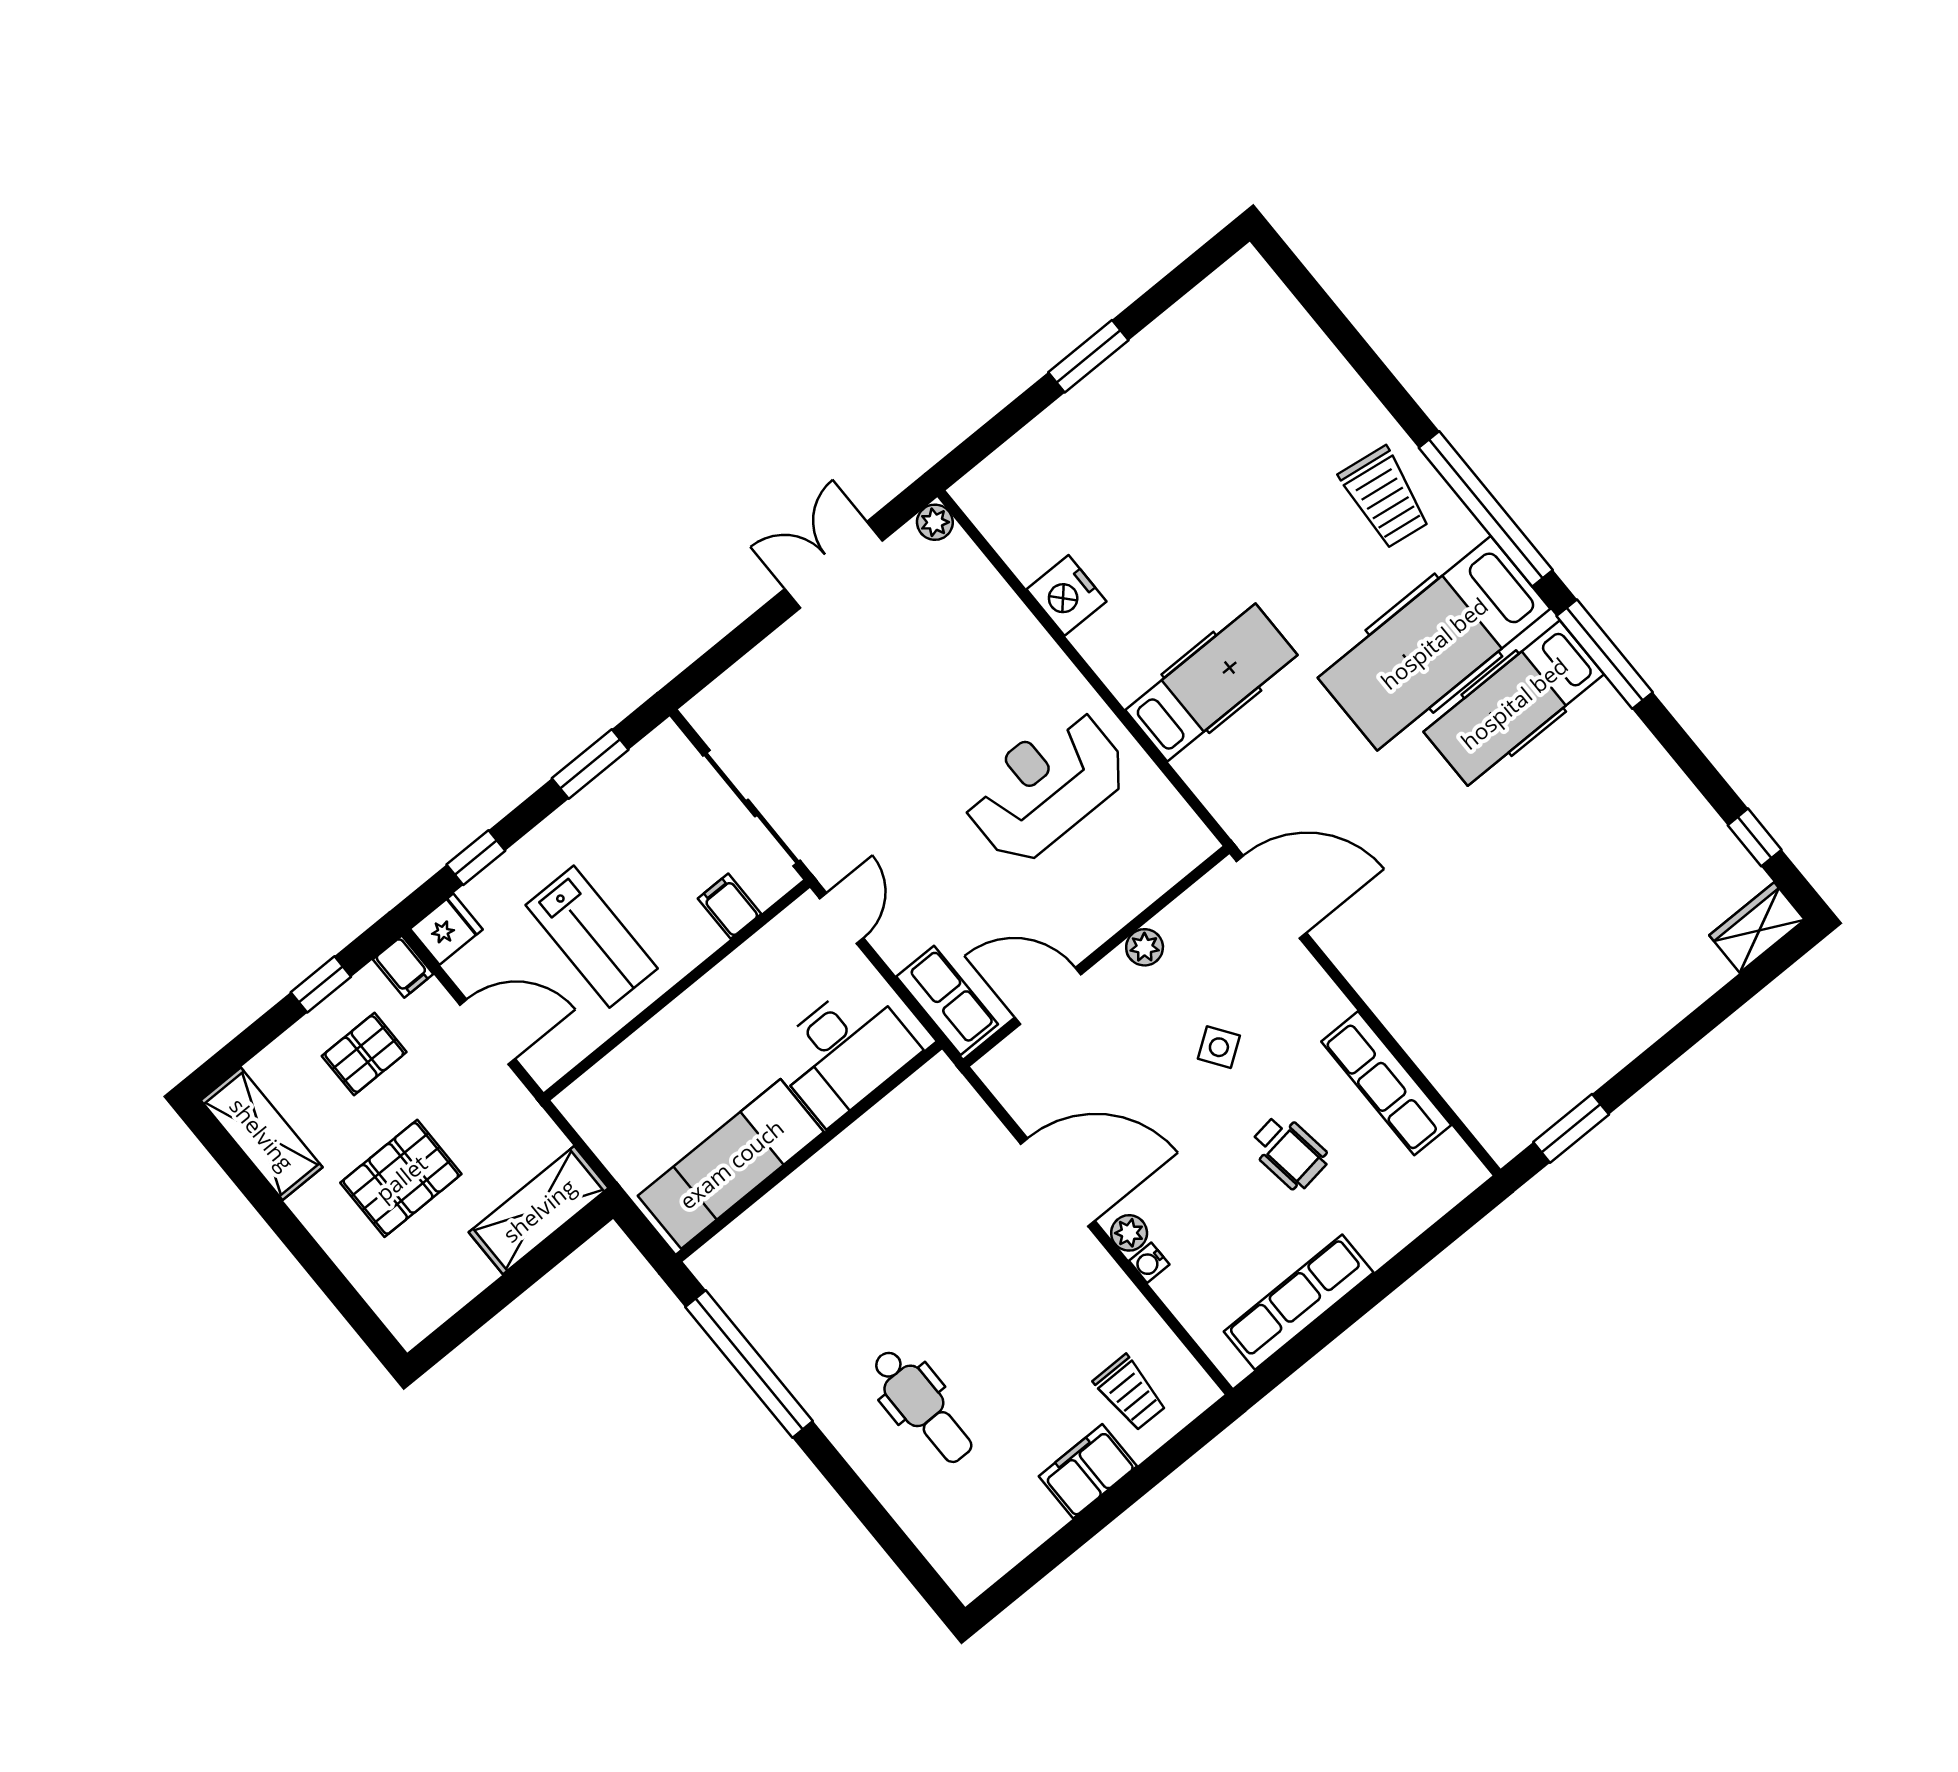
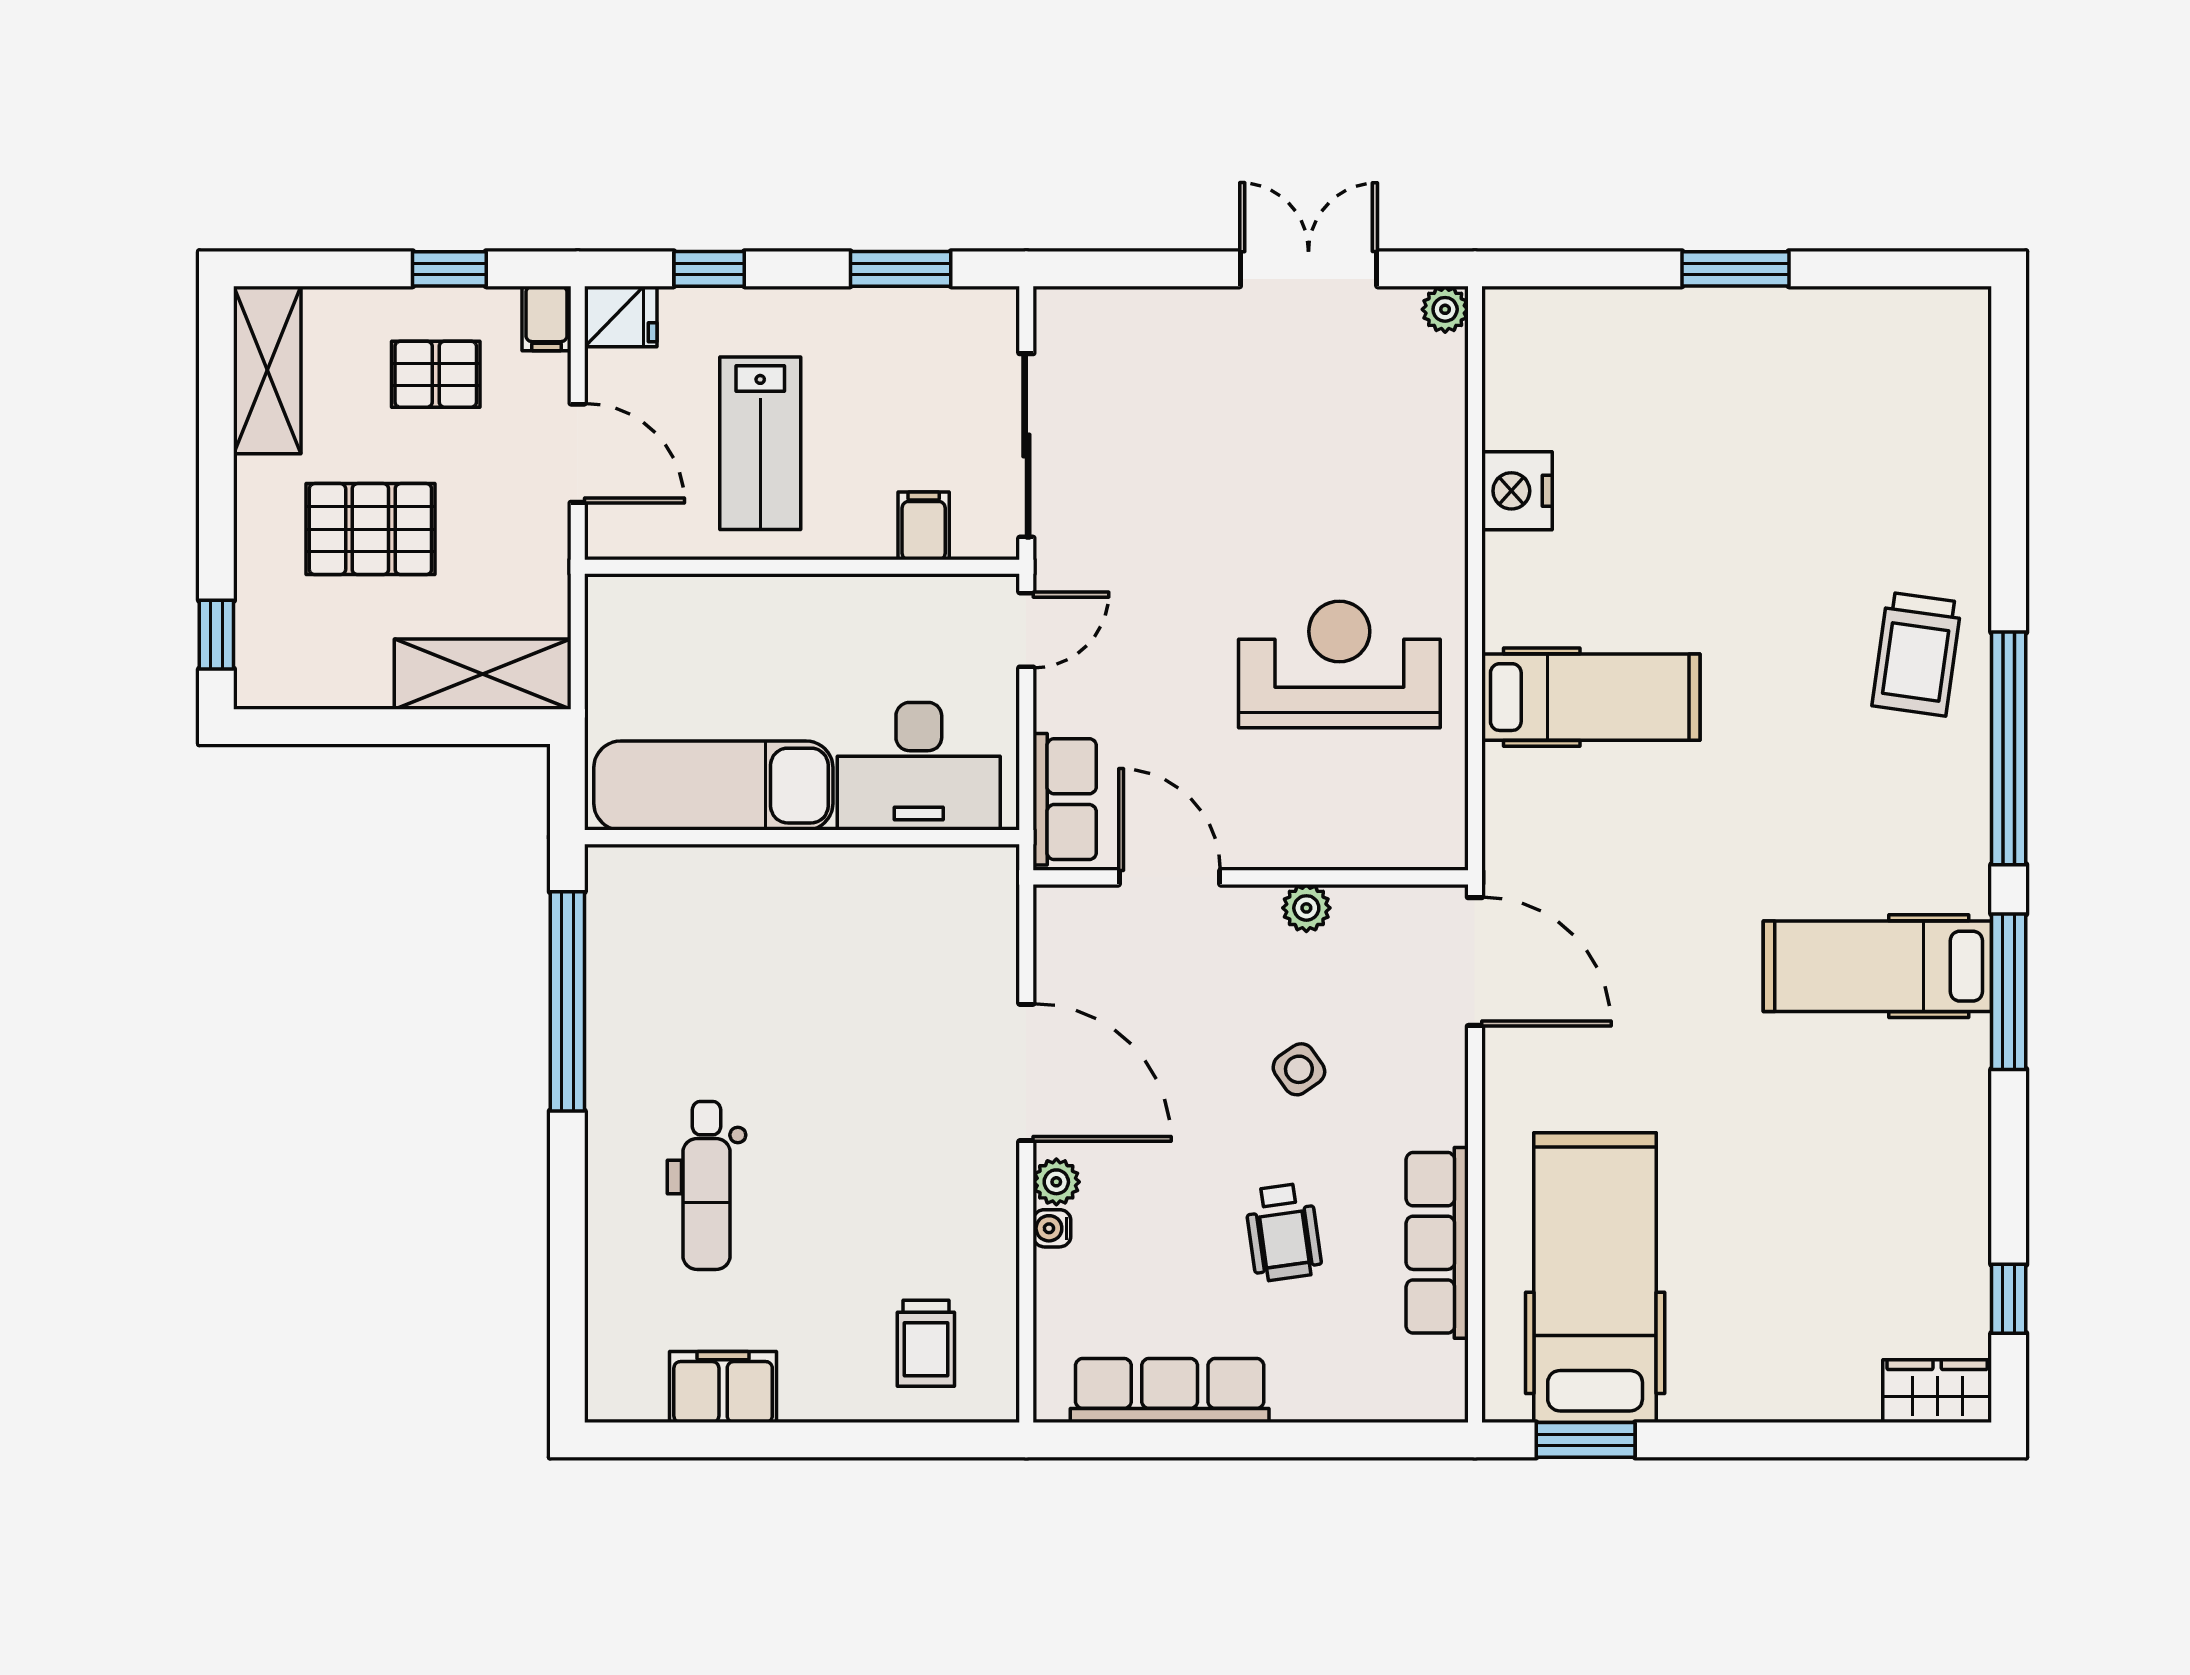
hospital bed: (1434, 643) -> (1595, 1278), moved, turned 90
window: (361, 1317) -> (216, 635), added
filing cabinet: (1088, 1471) -> (723, 1387), moved

